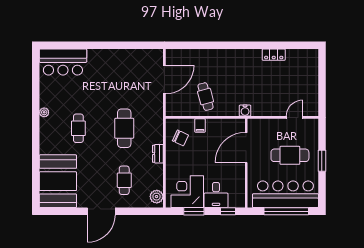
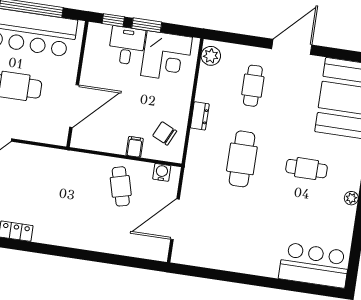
water cooler: (245, 111) -> (162, 172), moved
cafe table: (78, 128) -> (307, 169), turned 90
window: (194, 211) -> (147, 25), moved

